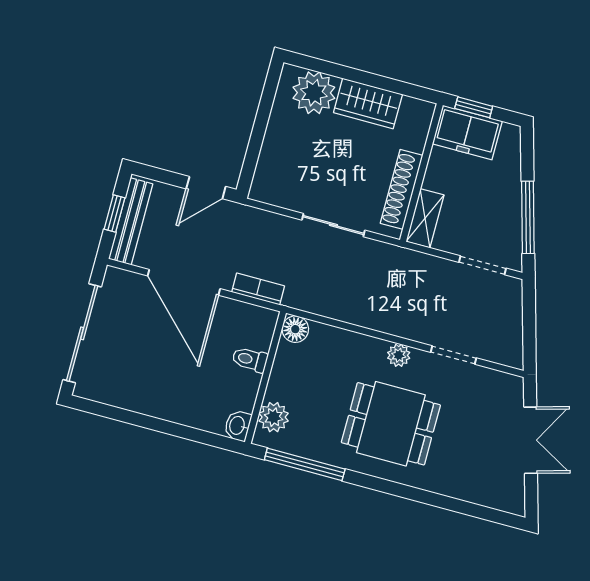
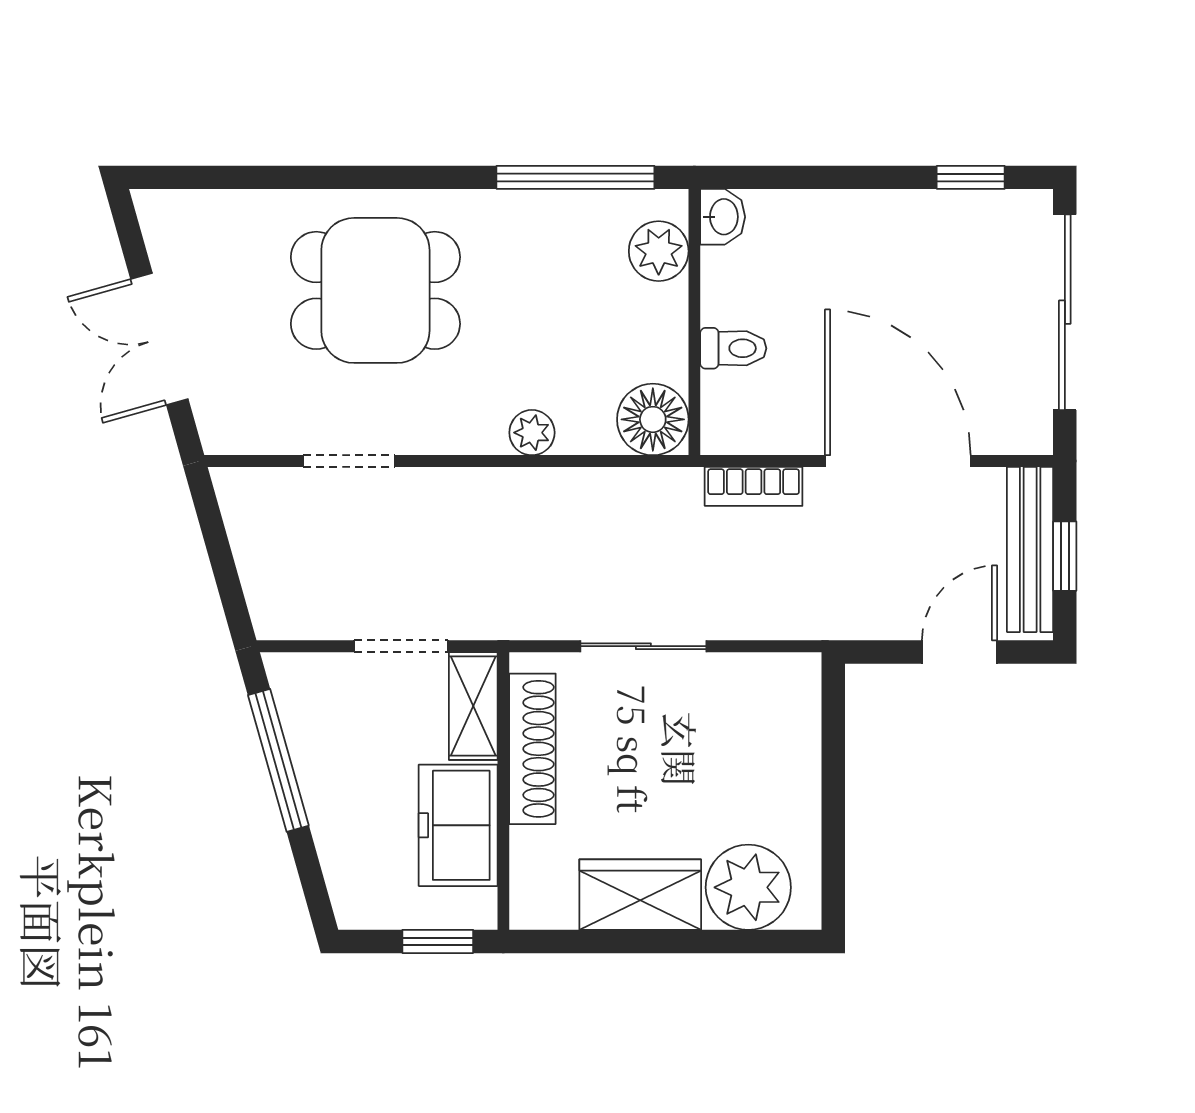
freezer: (467, 132) -> (458, 825), moved, turned -90
door: (206, 188) -> (959, 652), moved
doorway: (482, 265) -> (401, 646), moved
floor lamp: (295, 329) -> (653, 419), width x1.38, depth x1.38
plant: (399, 355) -> (532, 433), moved
window: (111, 412) -> (971, 177), added
dining table: (391, 424) -> (375, 290), moved

